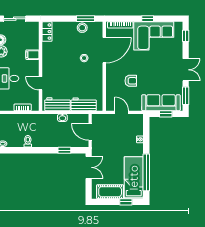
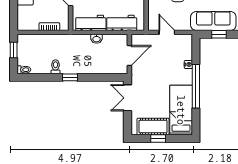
door: (90, 132) -> (129, 55), swing flipped
window: (64, 150) -> (70, 77), moved
double door: (89, 167) -> (128, 98), swing flipped
window: (146, 172) -> (196, 86), moved
window: (126, 202) -> (158, 139), moved

